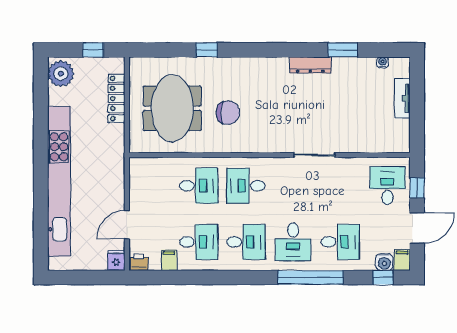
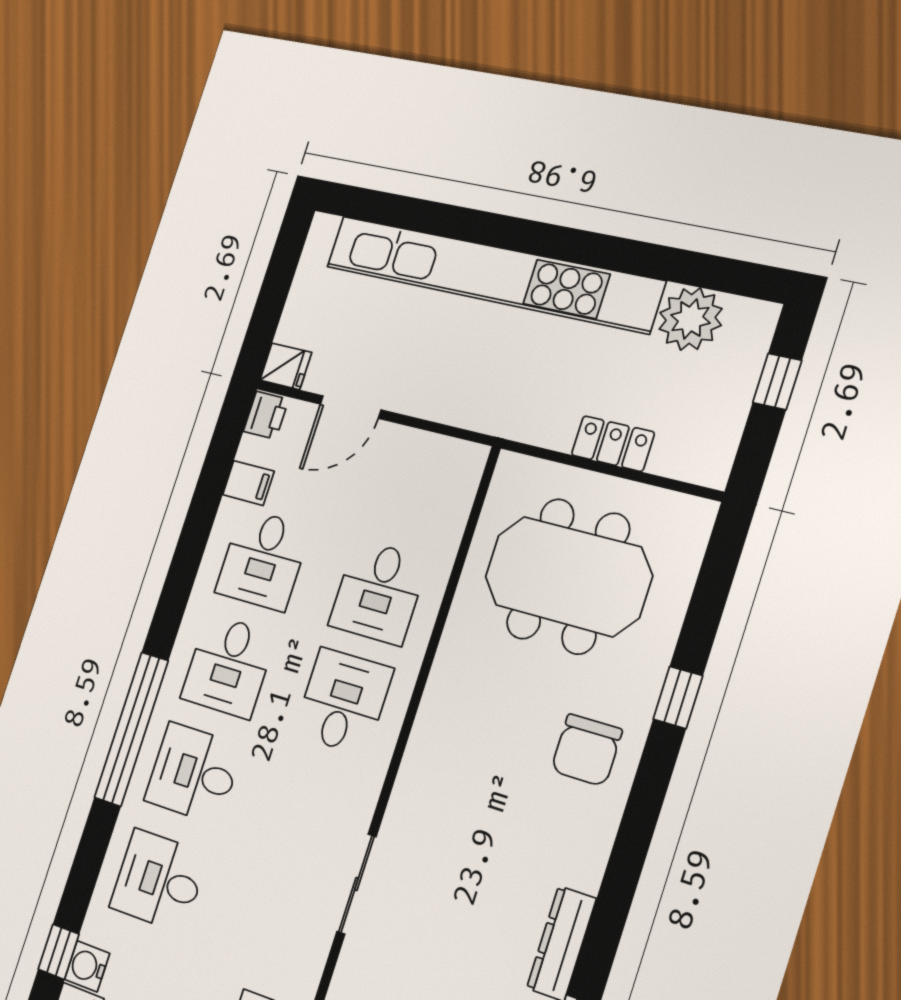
window: (93, 50) -> (777, 381), moved
plant: (61, 74) -> (690, 319), moved
locker: (116, 98) -> (613, 444), width x0.66
chair: (228, 113) -> (587, 750), moved
door: (127, 225) -> (351, 407), swing flipped
desk: (340, 242) -> (159, 881), turned 90
window: (311, 277) -> (131, 729), moved

